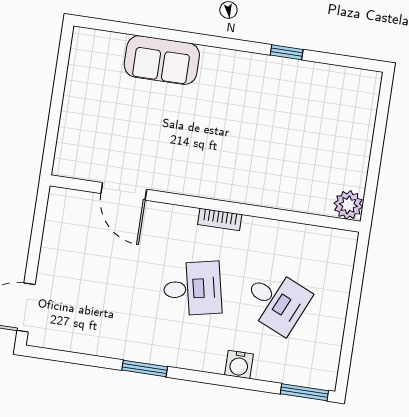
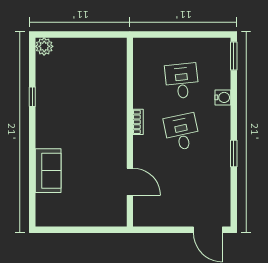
door: (124, 191) -> (130, 182), hinge flipped
plant: (348, 205) -> (44, 46), moved
desk: (276, 301) -> (182, 81), turned -30

